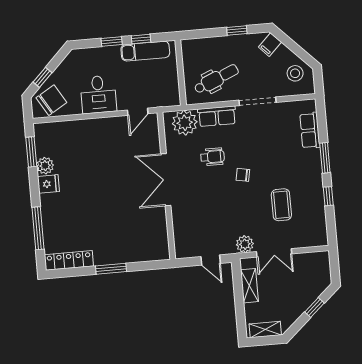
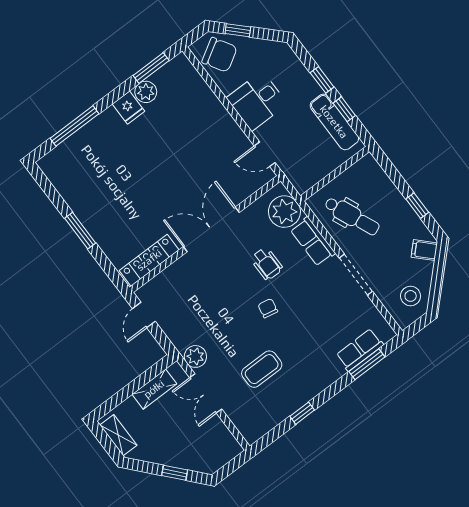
window: (325, 158) -> (367, 364), moved
locker: (69, 260) -> (149, 260), moved, turned -90
door: (211, 260) -> (144, 315), moved

